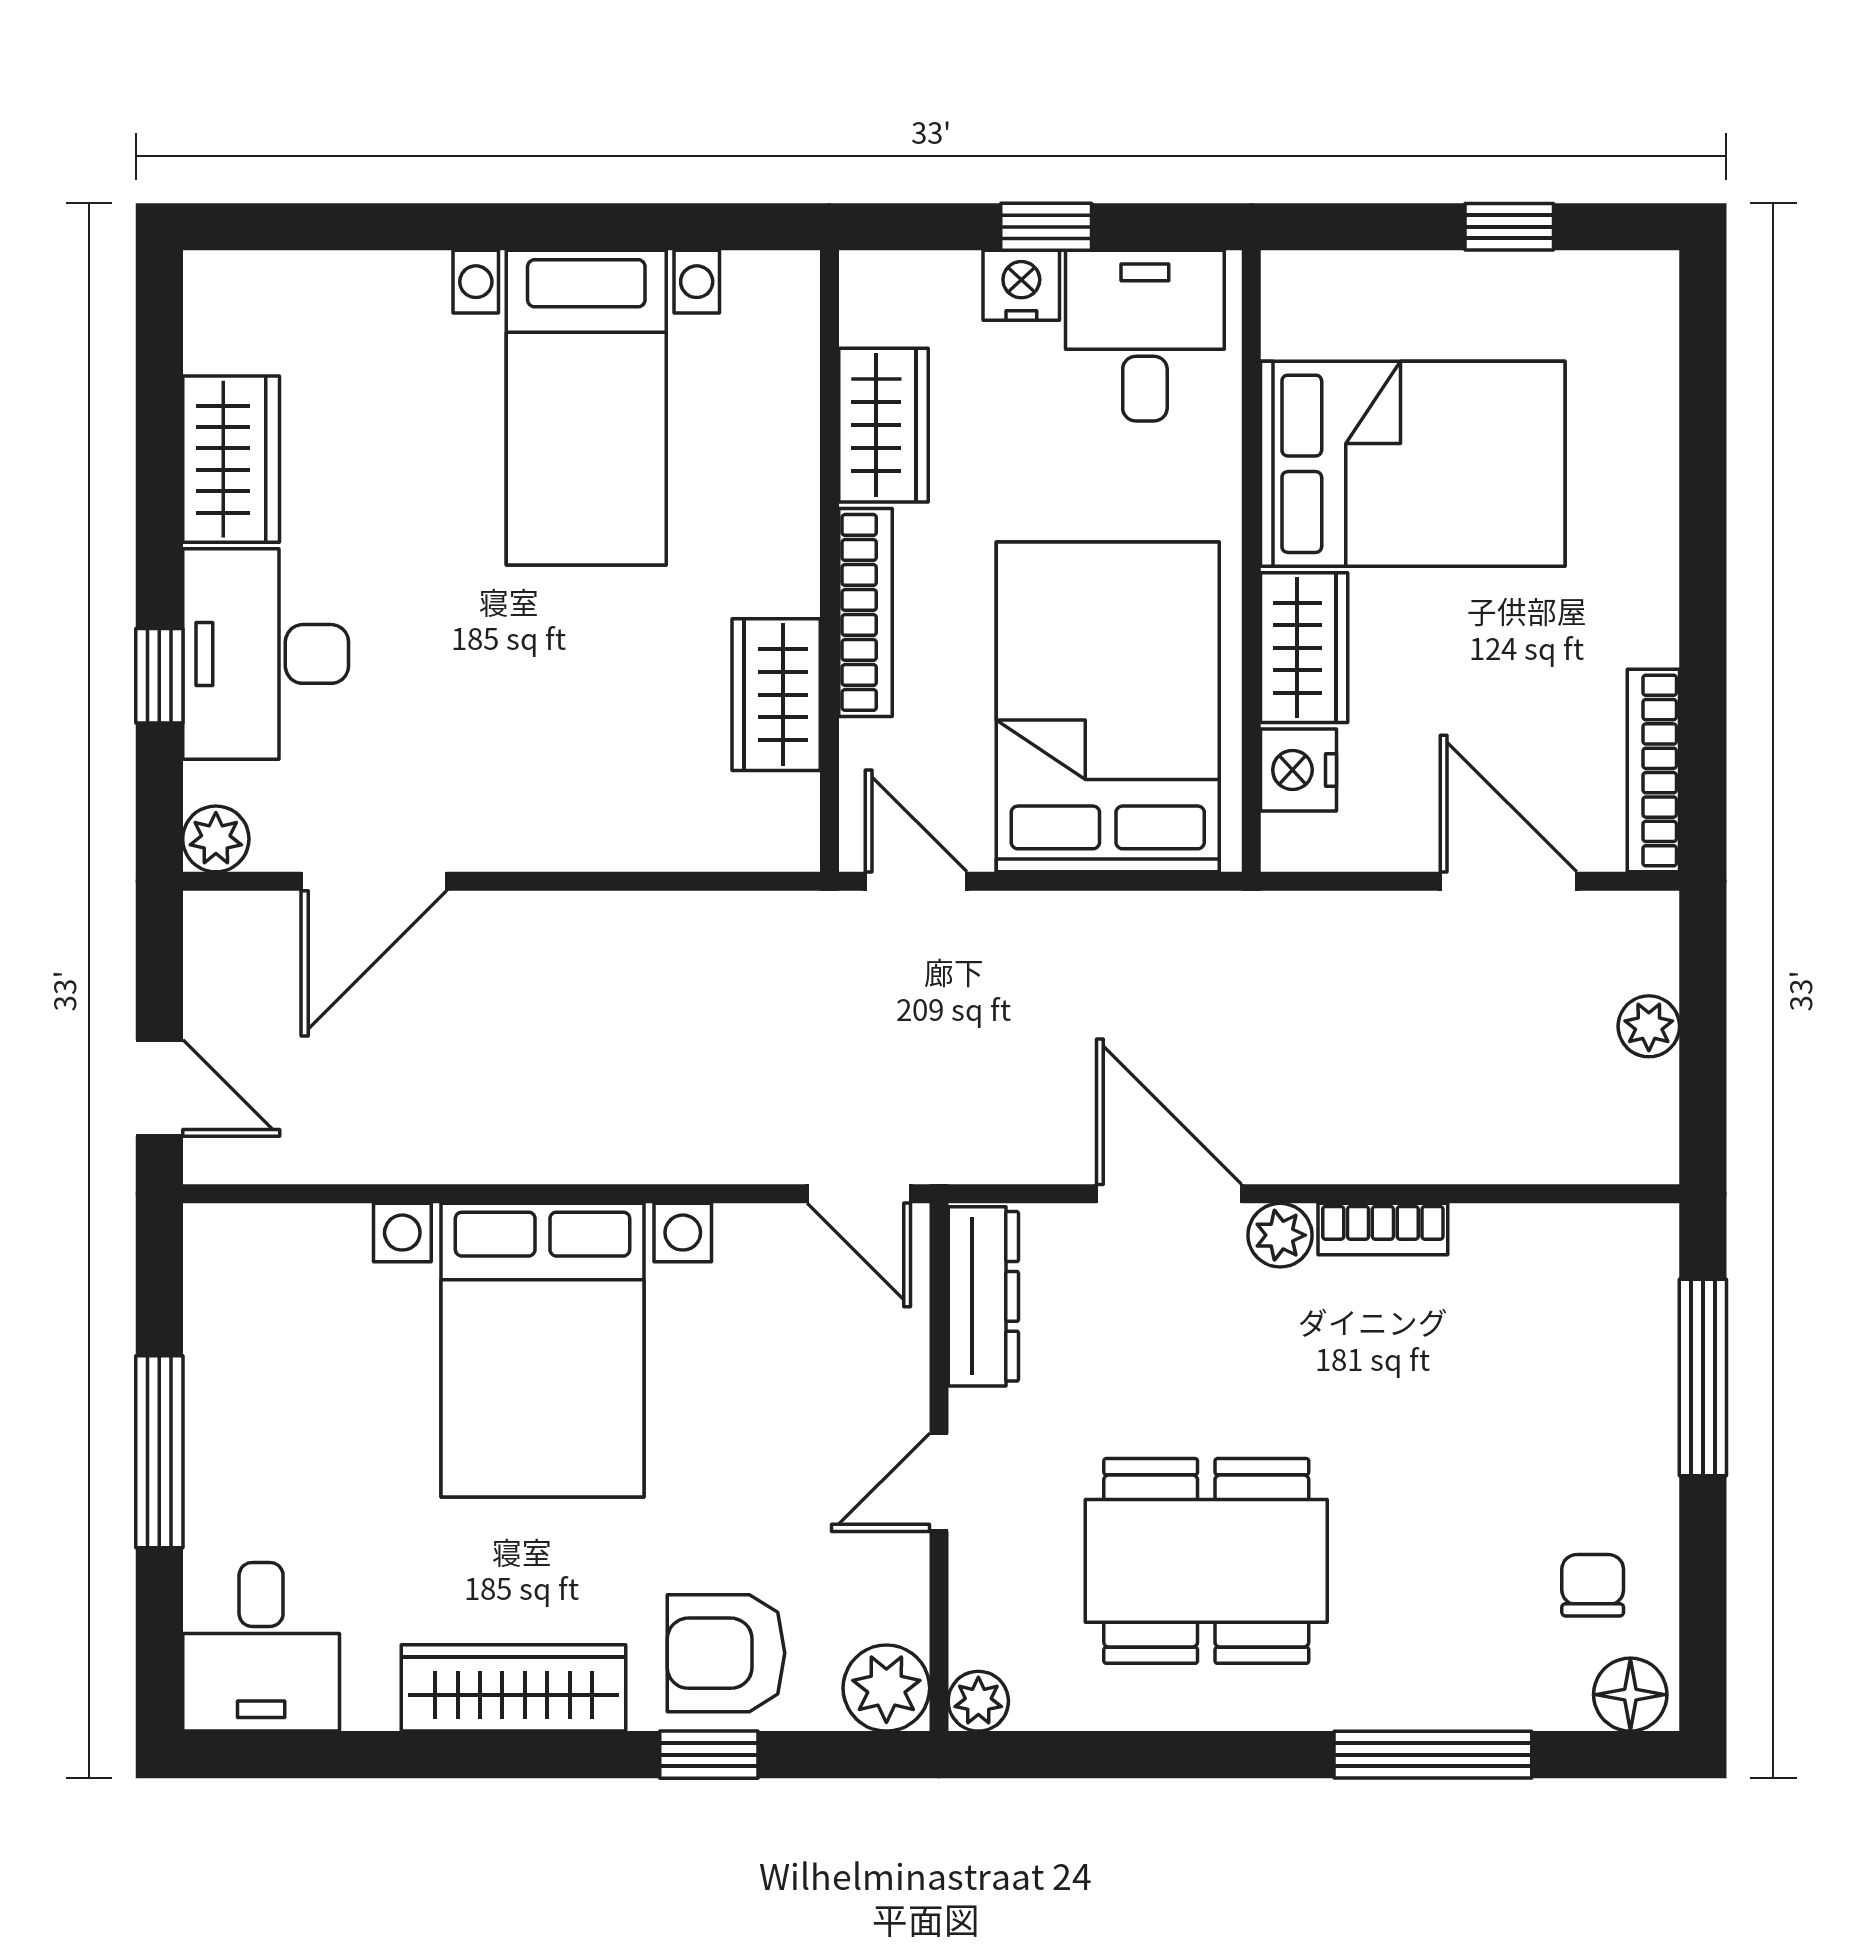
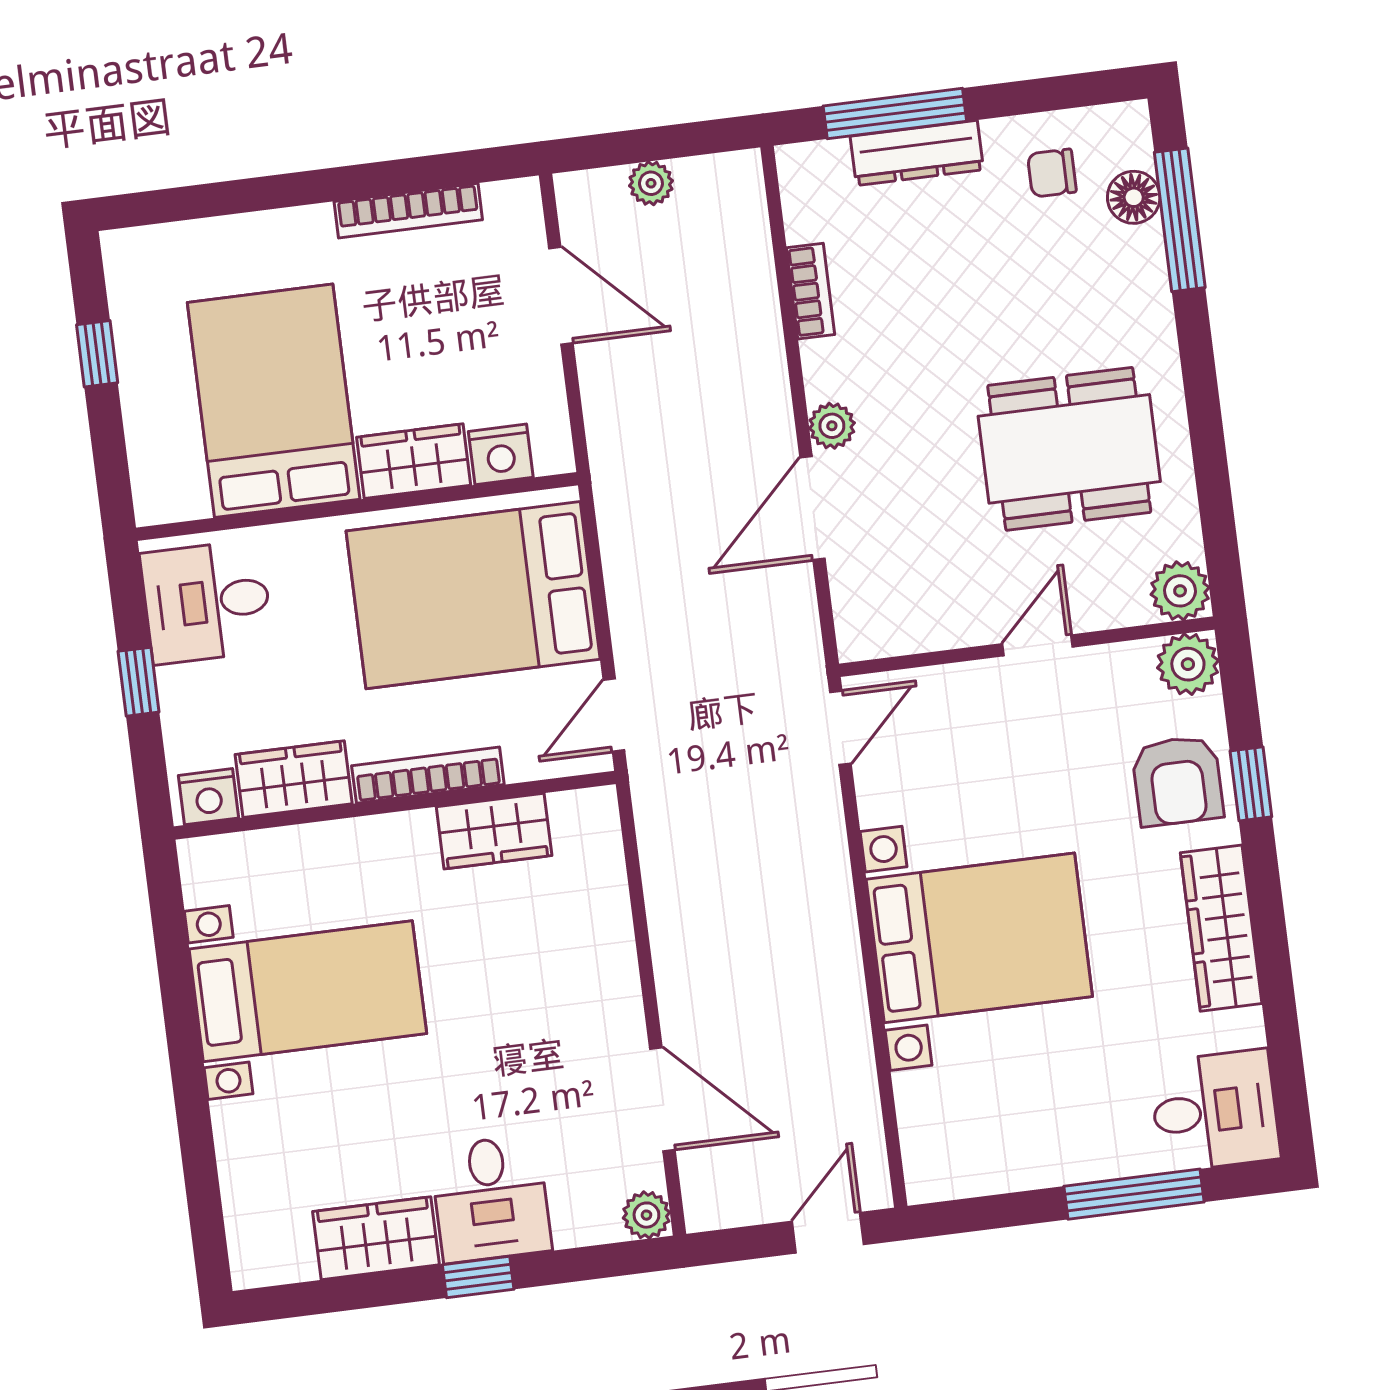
nightstand: (1021, 285) -> (209, 797), moved, turned -90
desk: (266, 654) -> (491, 1199), width x0.73
window: (159, 676) -> (478, 1277), moved
bookcase: (1653, 771) -> (408, 211), moved
door: (1508, 881) -> (561, 296), swing flipped
bookcase: (1383, 1229) -> (810, 291), moved
dresser: (983, 1296) -> (917, 153), moved, turned 180
window: (159, 1452) -> (1134, 1194), moved
door: (939, 1482) -> (1038, 645), swing flipped
dining table: (1206, 1561) -> (1069, 449), turned 90
floor lamp: (1630, 1695) -> (1134, 197), moved
plant: (978, 1701) -> (1180, 591), width x1.38, depth x1.38
window: (1433, 1755) -> (1180, 220), moved

